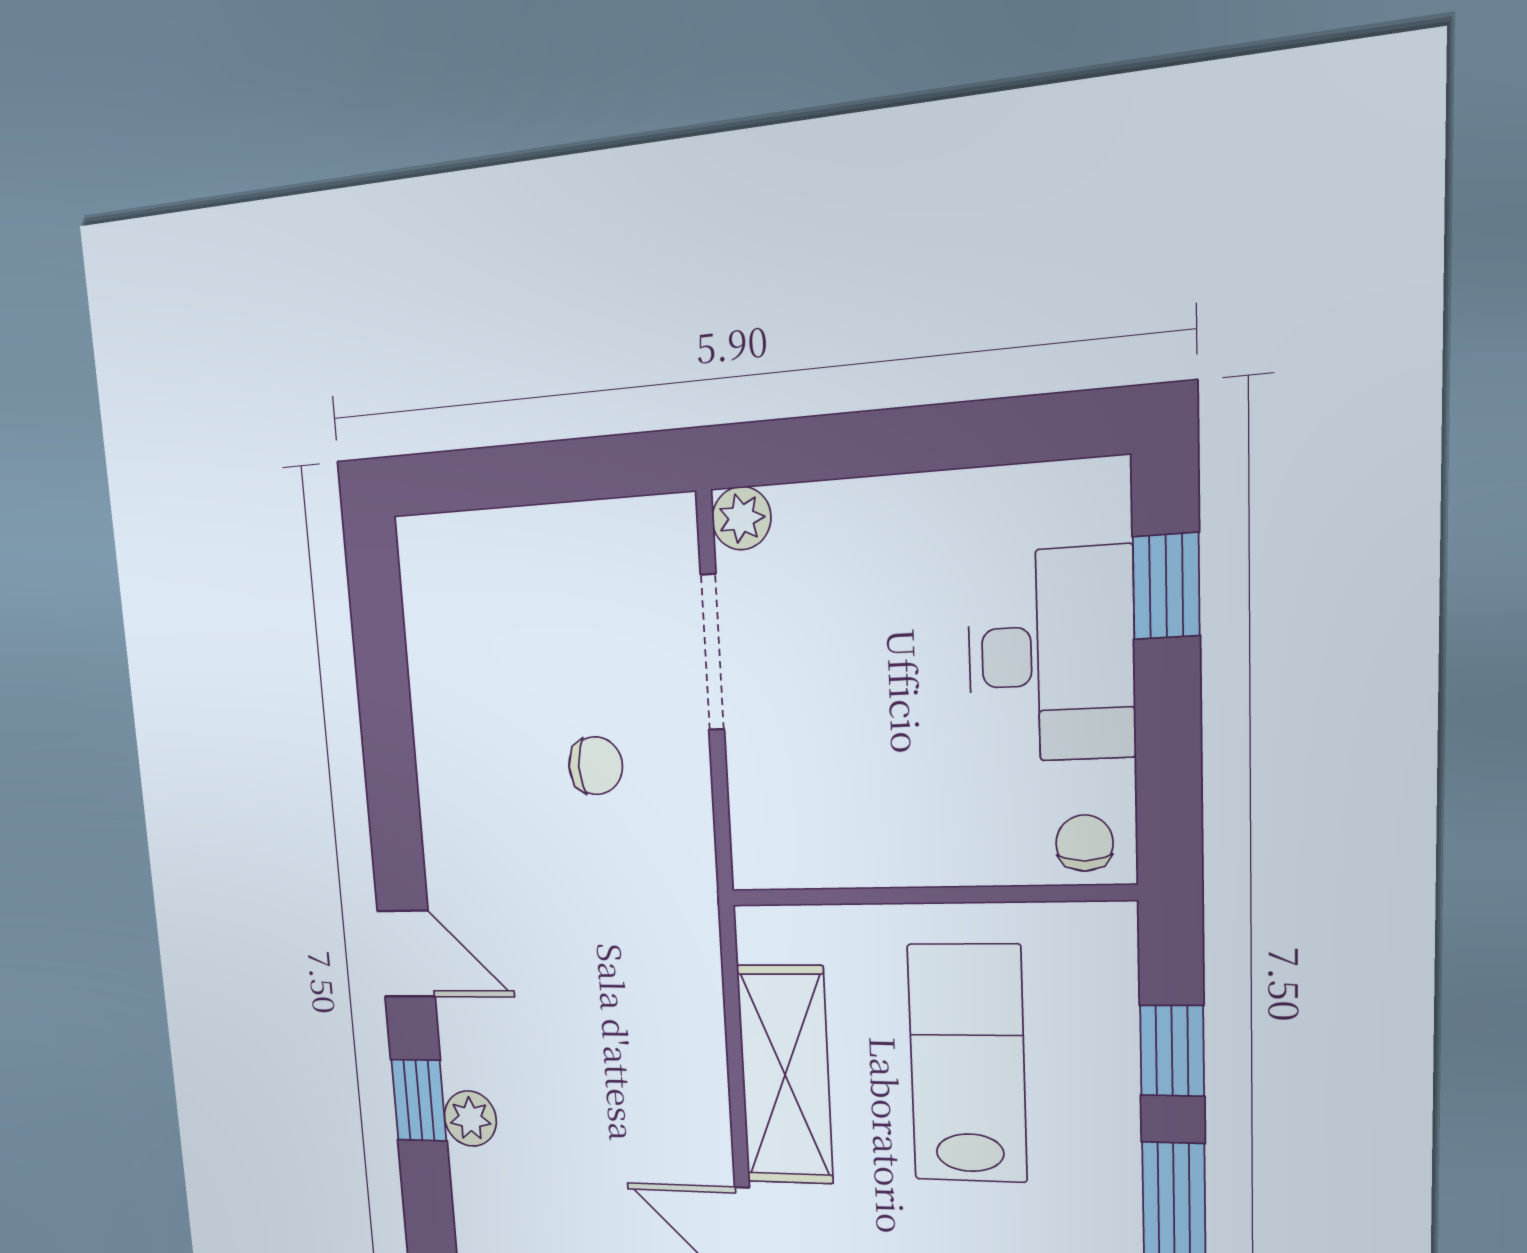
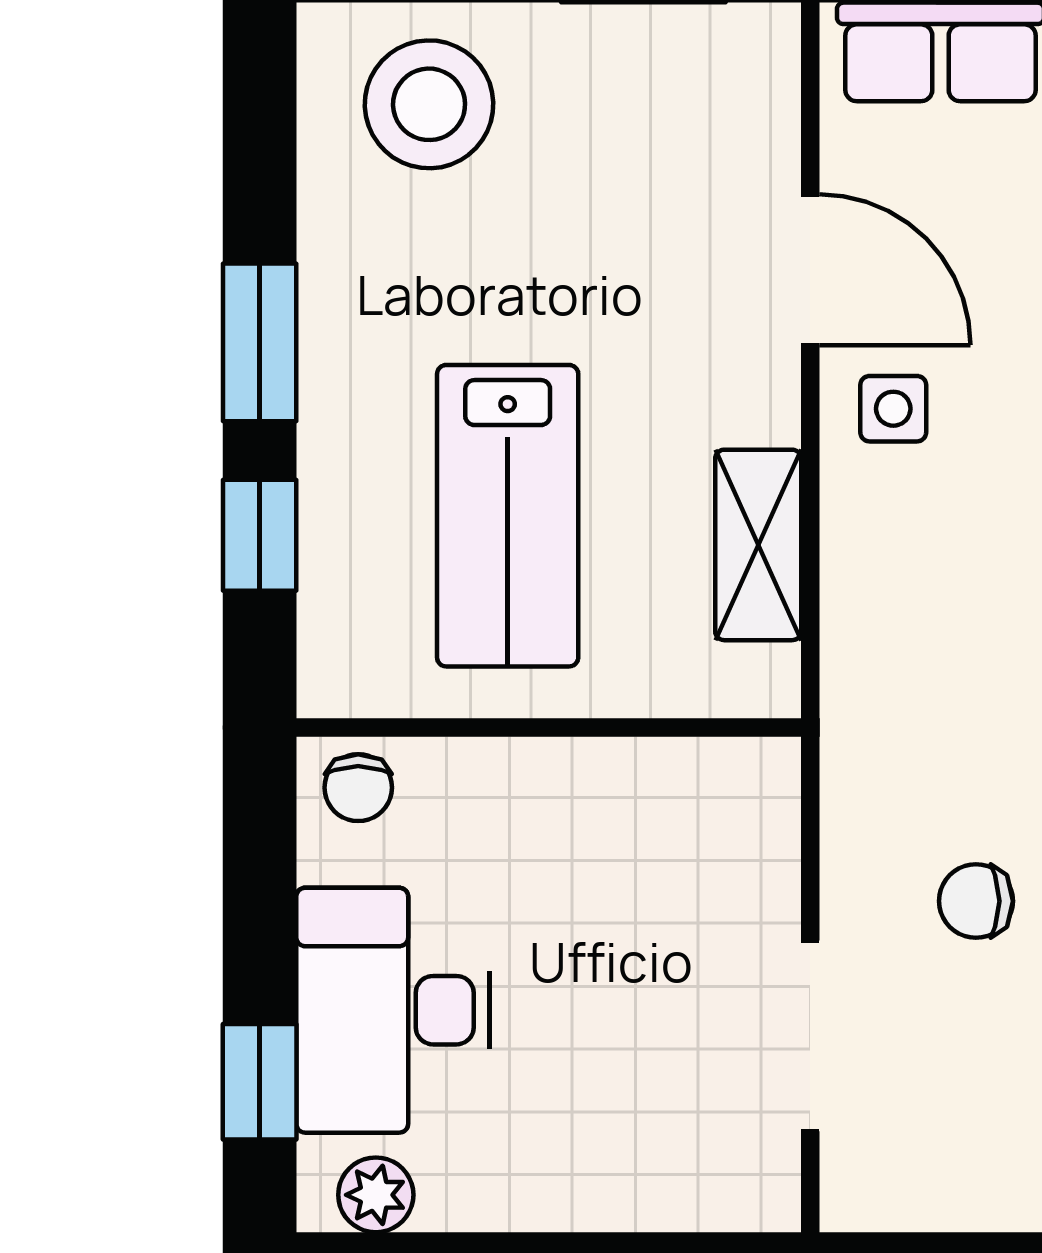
plant: (741, 518) -> (376, 1195), moved
shelving: (785, 1075) -> (758, 545), width x0.67, depth x0.75
side table: (679, 1138) -> (893, 409), added

